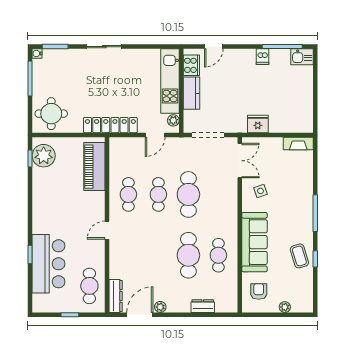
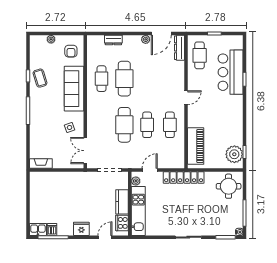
dishwasher: (263, 57) -> (52, 229), moved
fridge: (258, 124) -> (81, 229), moved, turned 180

